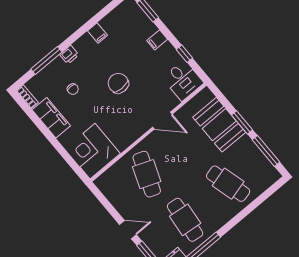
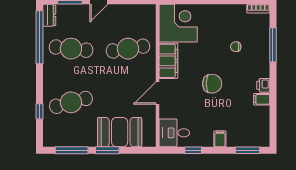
printer: (69, 55) -> (263, 85), moved
filing cabinet: (51, 118) -> (168, 61), moved, turned -90
cafe table: (147, 174) -> (128, 49), turned -30
window: (256, 203) -> (40, 111), added

